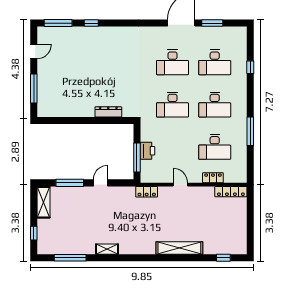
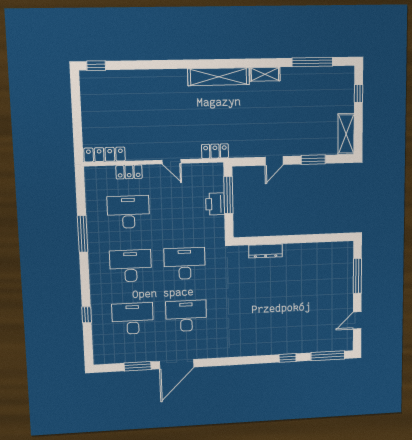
window: (70, 183) -> (313, 160), width x0.69
shelving: (179, 248) -> (219, 77), moved
window: (223, 258) -> (96, 66), moved

